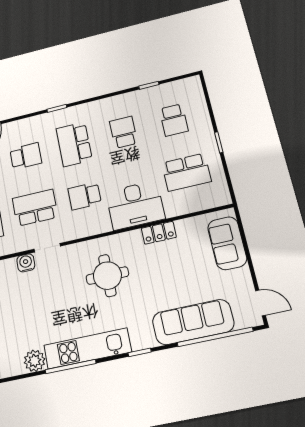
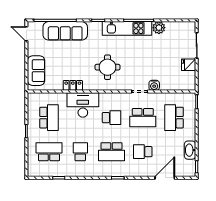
school desk: (174, 120) -> (49, 152), width x1.85
school desk: (124, 132) -> (80, 152), turned 180
school desk: (74, 144) -> (112, 152), turned 90
school desk: (186, 172) -> (49, 118), turned 90

